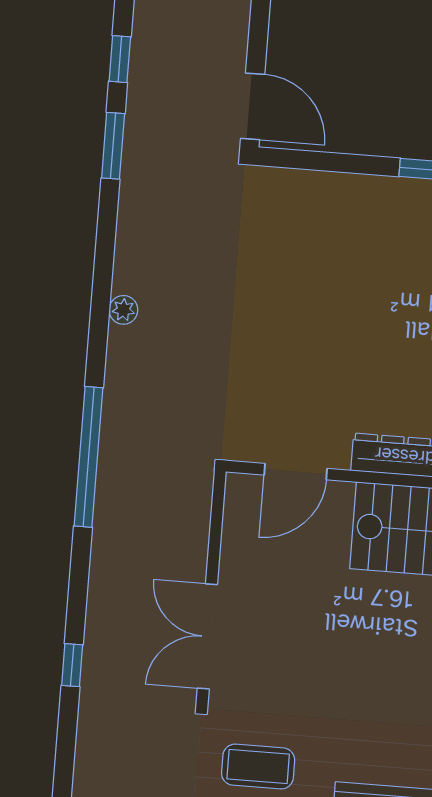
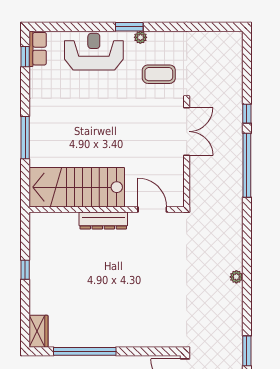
window: (89, 457) -> (247, 165), moved
door: (296, 472) -> (152, 209), hinge flipped

